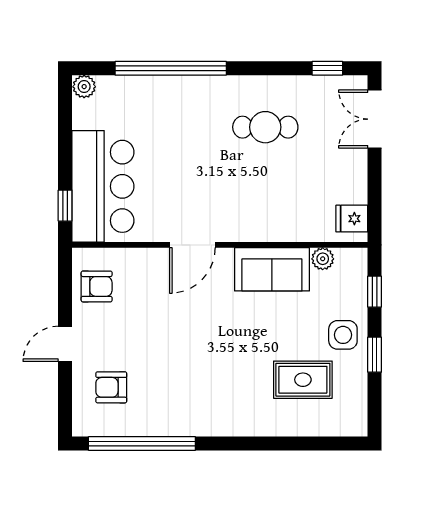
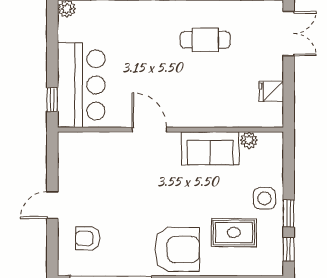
double door: (375, 119) -> (289, 34), swing flipped
fridge: (352, 219) -> (271, 91), moved
door: (192, 245) -> (149, 130), swing flipped
armchair: (97, 286) -> (177, 250), moved, width x1.88, depth x1.88
window: (375, 292) -> (289, 249), moved

